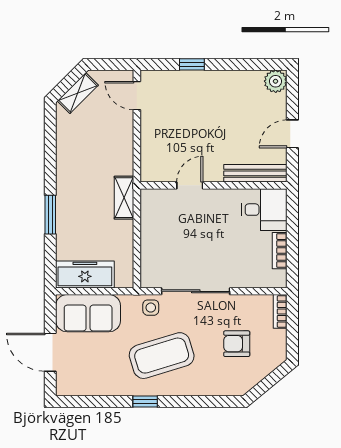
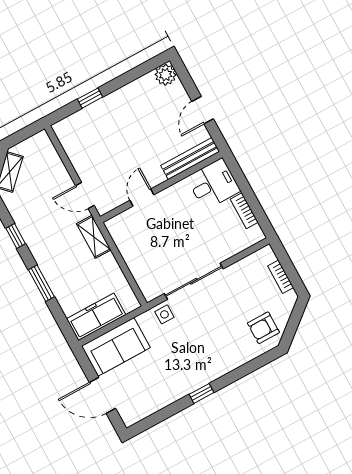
door: (137, 96) -> (85, 195), moved
window: (50, 157) -> (16, 236), added
bookcase: (280, 311) -> (281, 277), moved
armchair: (237, 344) -> (263, 328), moved
coffee table: (162, 356) -> (195, 349), removed

